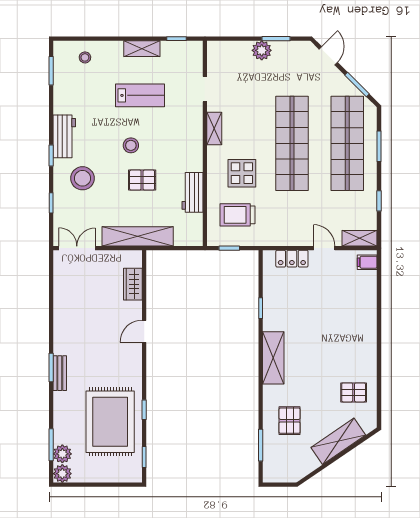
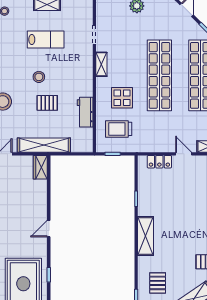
wardrobe: (133, 284) -> (40, 167), moved
door: (144, 331) -> (49, 229), moved

